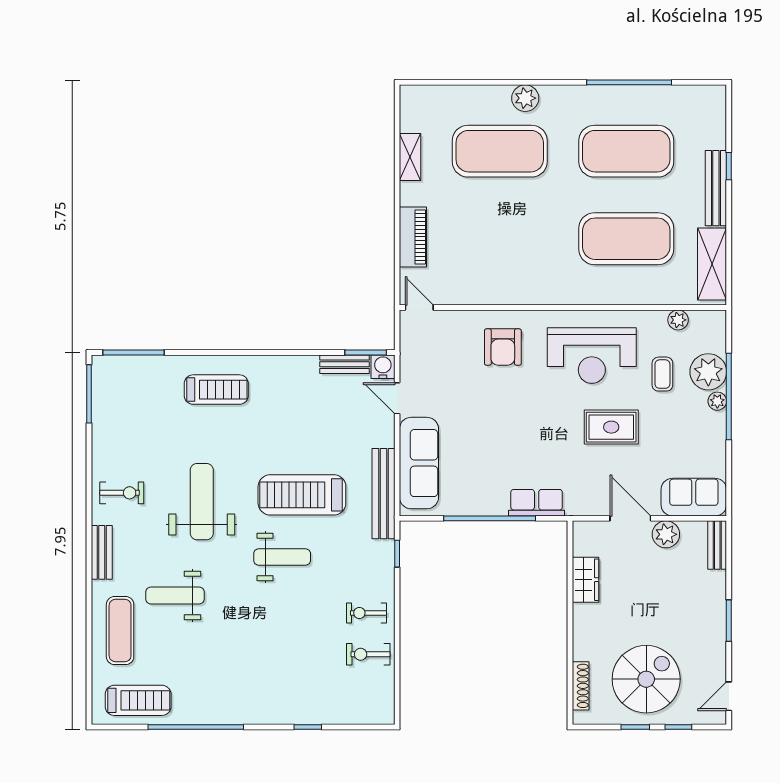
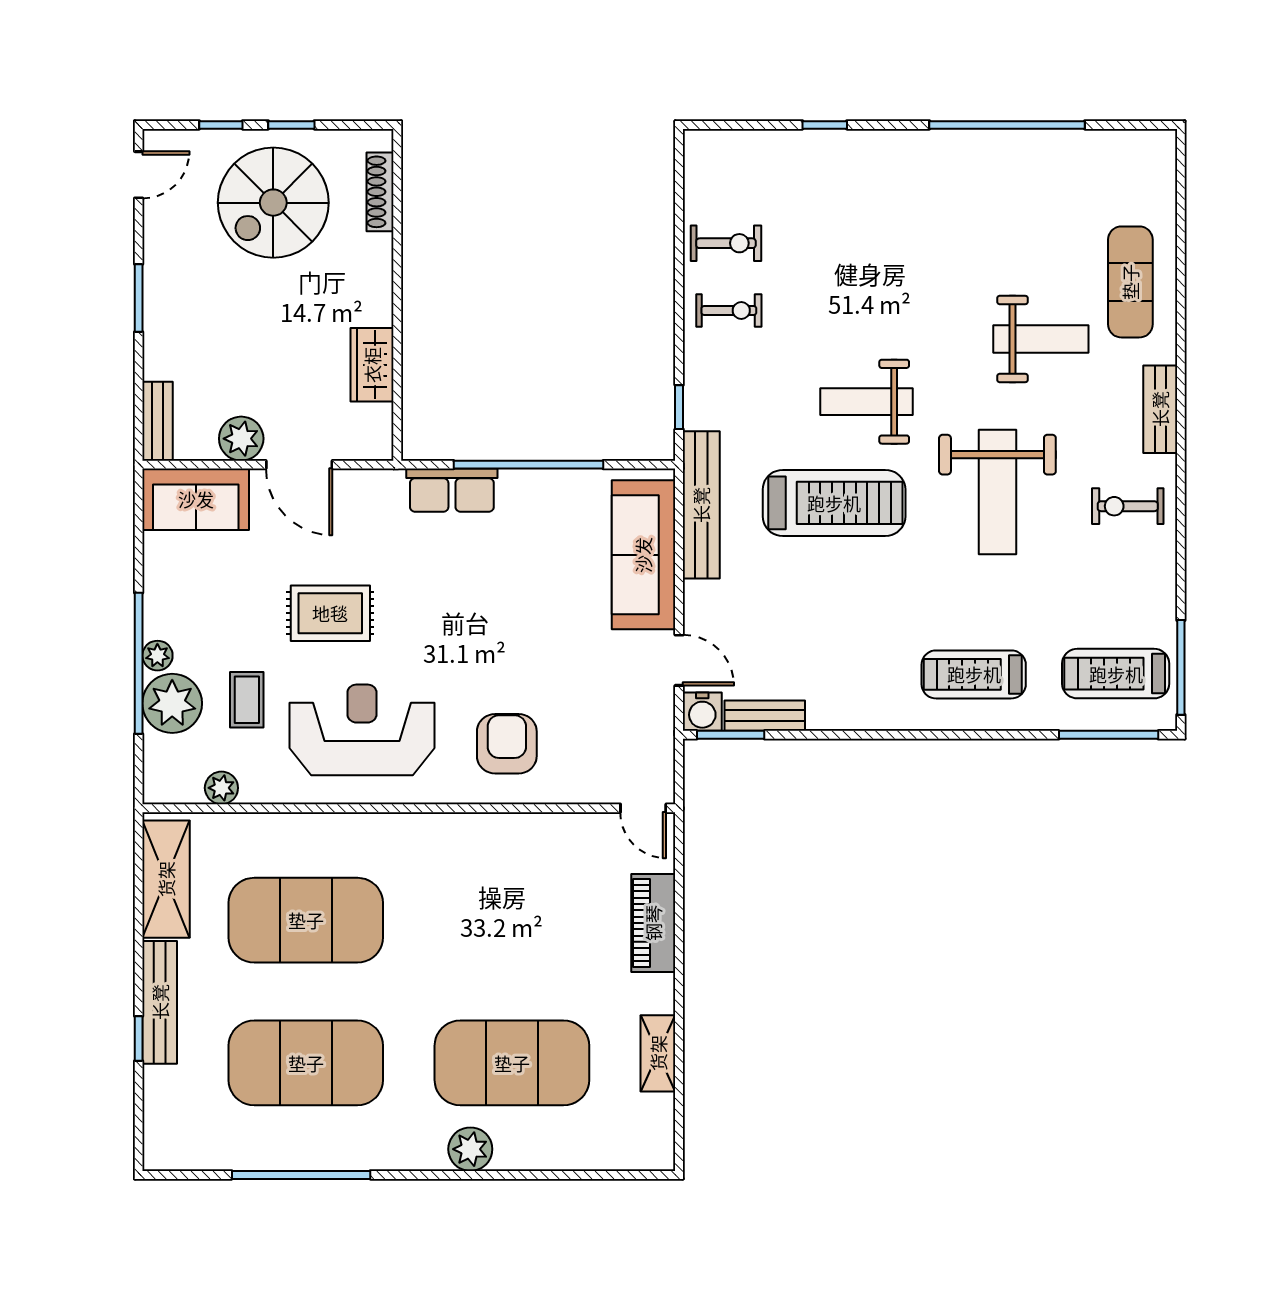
treadmill: (138, 700) -> (1116, 674), moved

